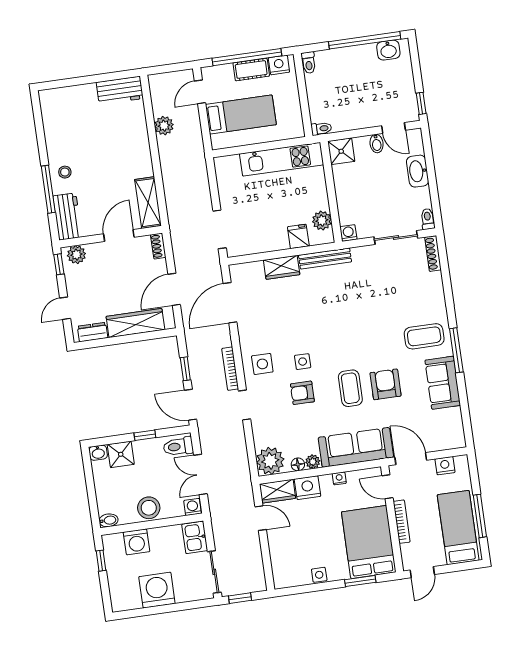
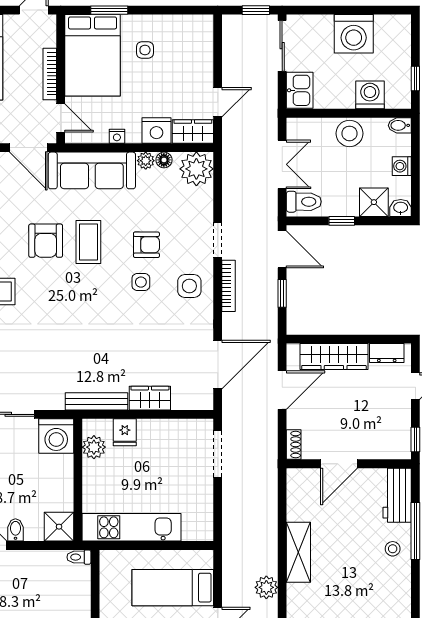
shelving: (148, 203) -> (298, 552), moved
washing machine: (348, 233) -> (56, 436), width x1.89, depth x1.89
plant: (76, 255) -> (393, 448), removed
washing machine: (193, 507) -> (402, 166), moved, turned 90
door: (261, 518) -> (218, 102), swing flipped
side table: (319, 575) -> (145, 50), moved

